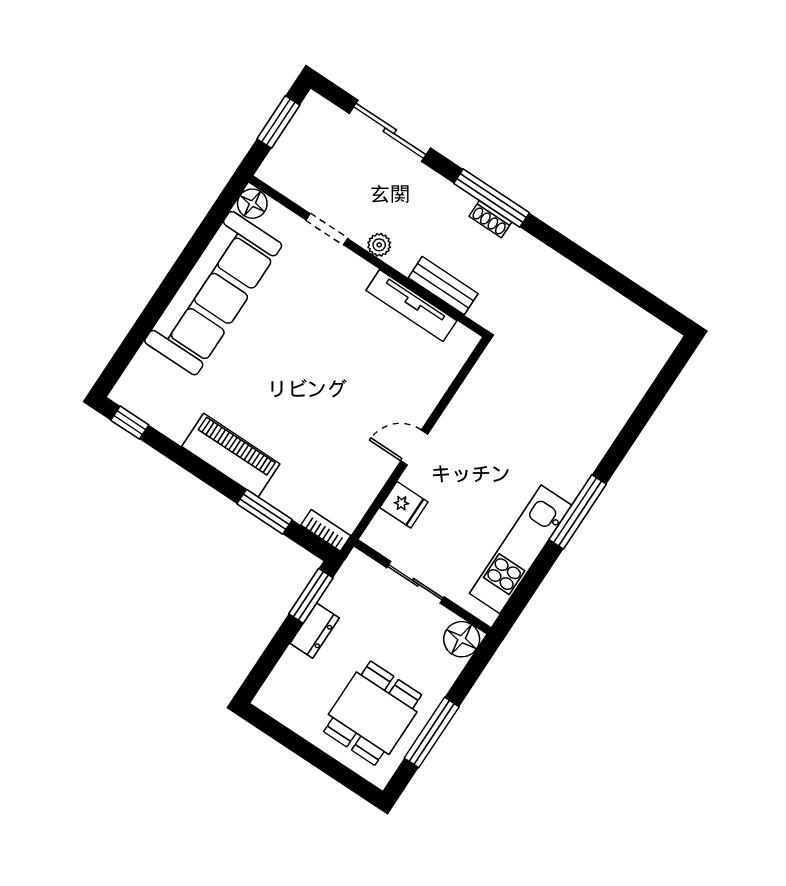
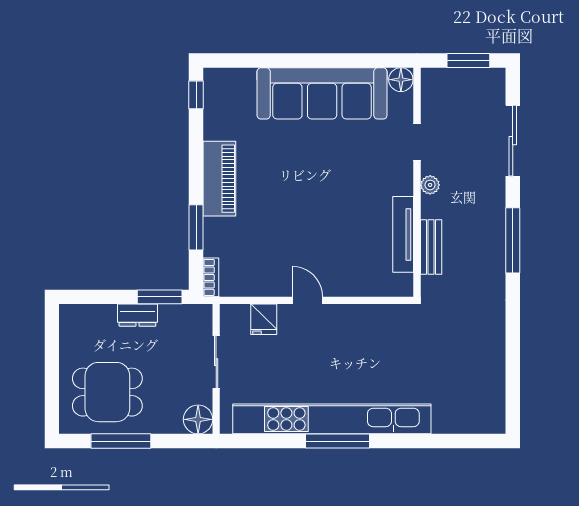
shoe rack: (490, 219) -> (498, 249), removed
kitchen unit: (521, 549) -> (332, 419), width x1.86

